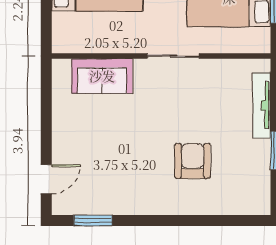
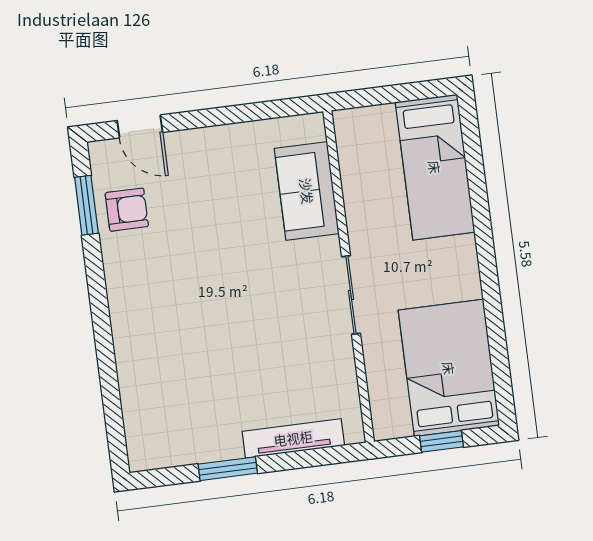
armchair: (193, 161) -> (127, 210), moved, width x0.72, depth x0.72

